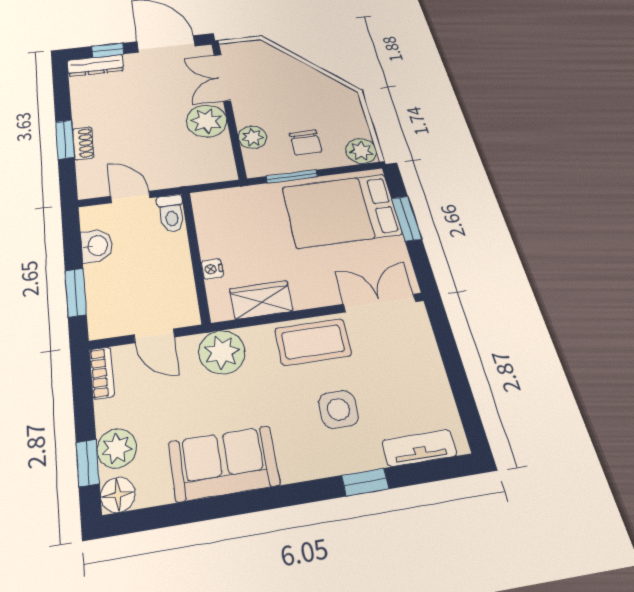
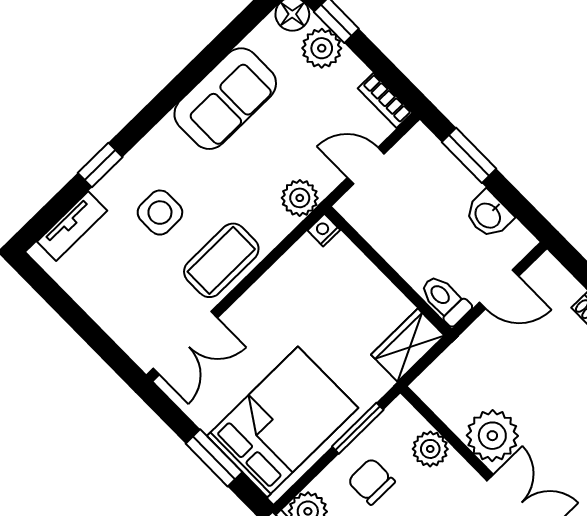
nightstand: (212, 269) -> (324, 230), moved, turned -90
wardrobe: (261, 300) -> (408, 345), moved, turned 180
plant: (222, 352) -> (300, 198), width x0.73, depth x0.73

